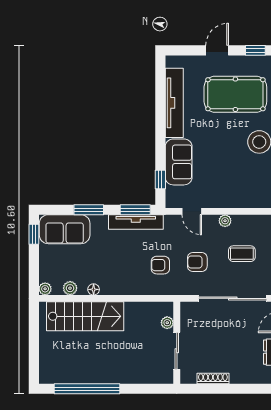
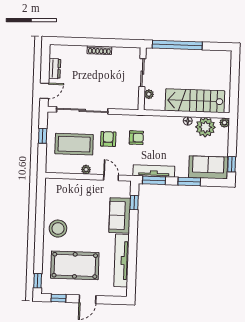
coffee table: (242, 254) -> (74, 144), width x1.86, depth x1.72
armchair: (197, 262) -> (108, 139), turned -90
plant: (70, 288) -> (205, 127), width x1.88, depth x1.88
plant: (167, 323) -> (149, 94), moved
wall: (177, 343) -> (142, 79), moved
sliding door: (177, 351) -> (142, 73), moved
window: (87, 389) -> (177, 45), moved

